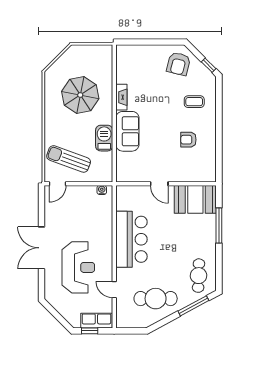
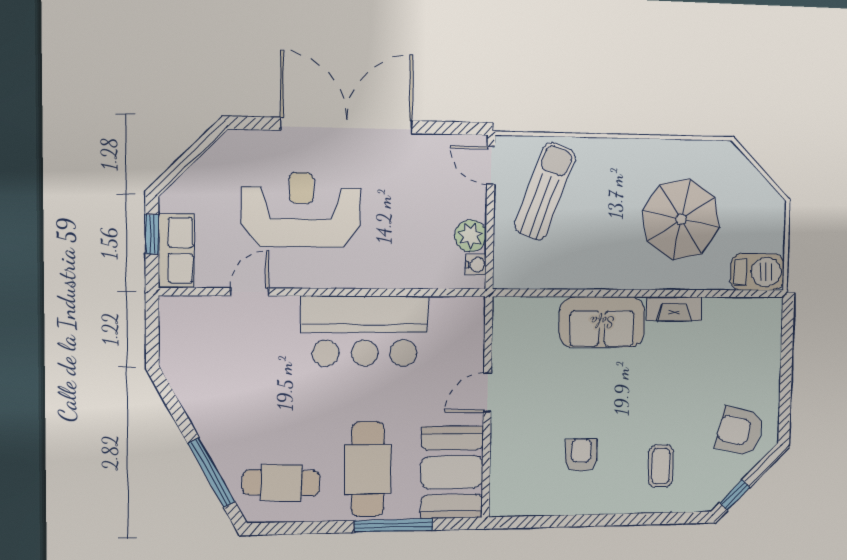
barbecue: (104, 138) -> (757, 272), moved
plant: (89, 193) -> (471, 236), added
double door: (41, 248) -> (347, 125), width x1.36
reception desk: (78, 267) -> (301, 210), turned 180
cafe table: (156, 299) -> (368, 469), moved

